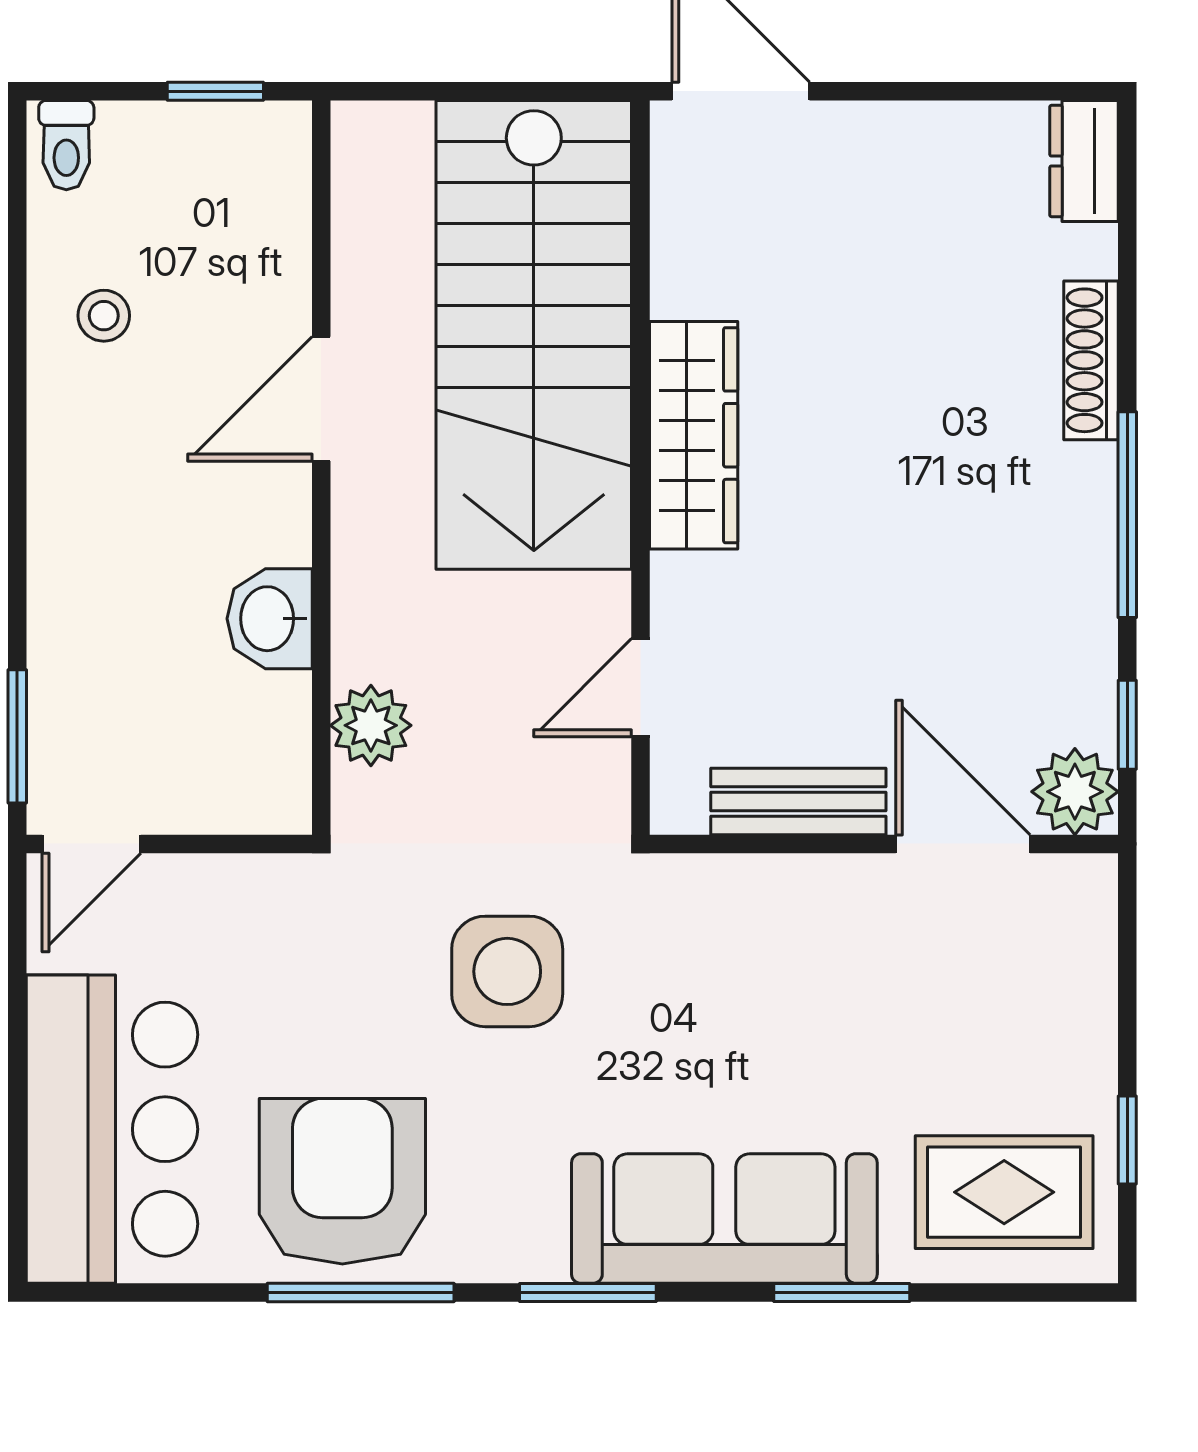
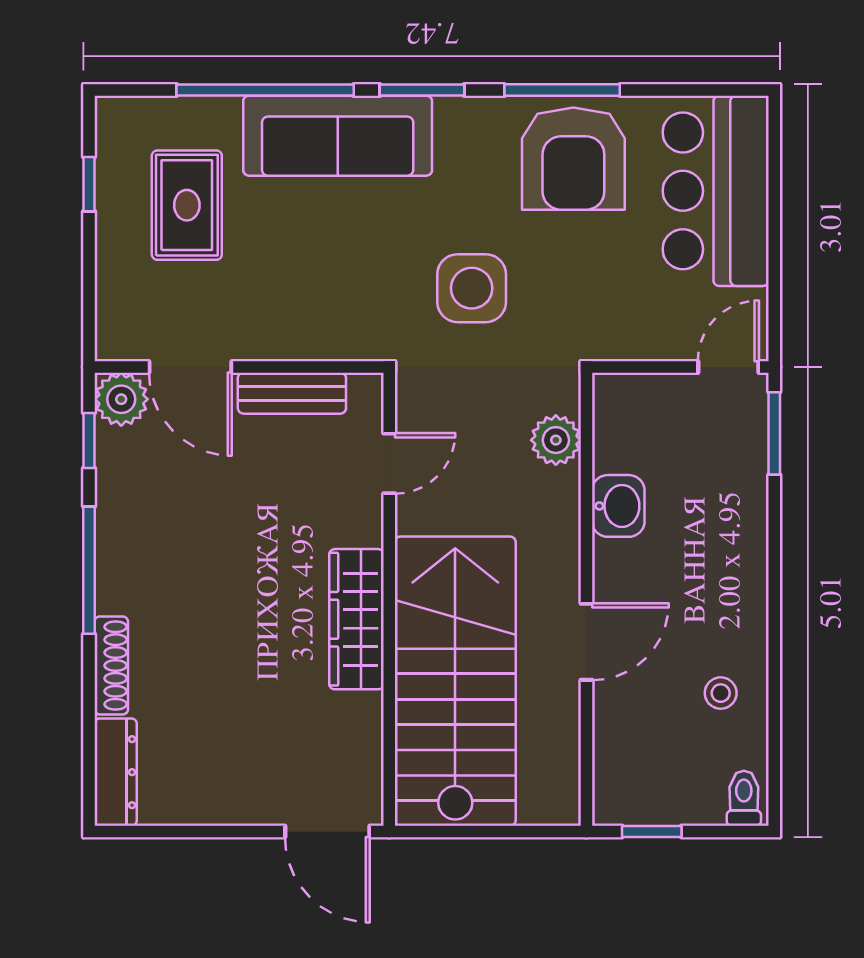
dresser: (1084, 161) -> (116, 772), width x1.44
rug: (1004, 1192) -> (187, 205), moved, turned 90
window: (842, 1293) -> (265, 90), width x2.11

